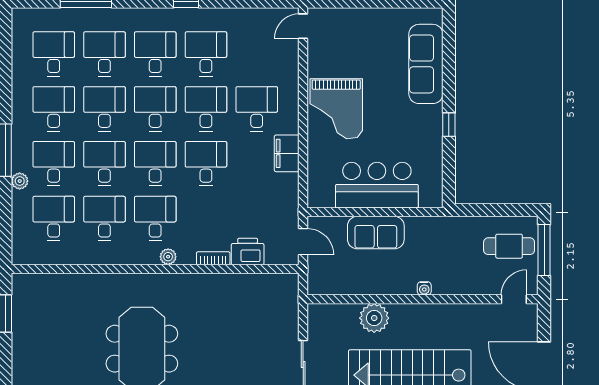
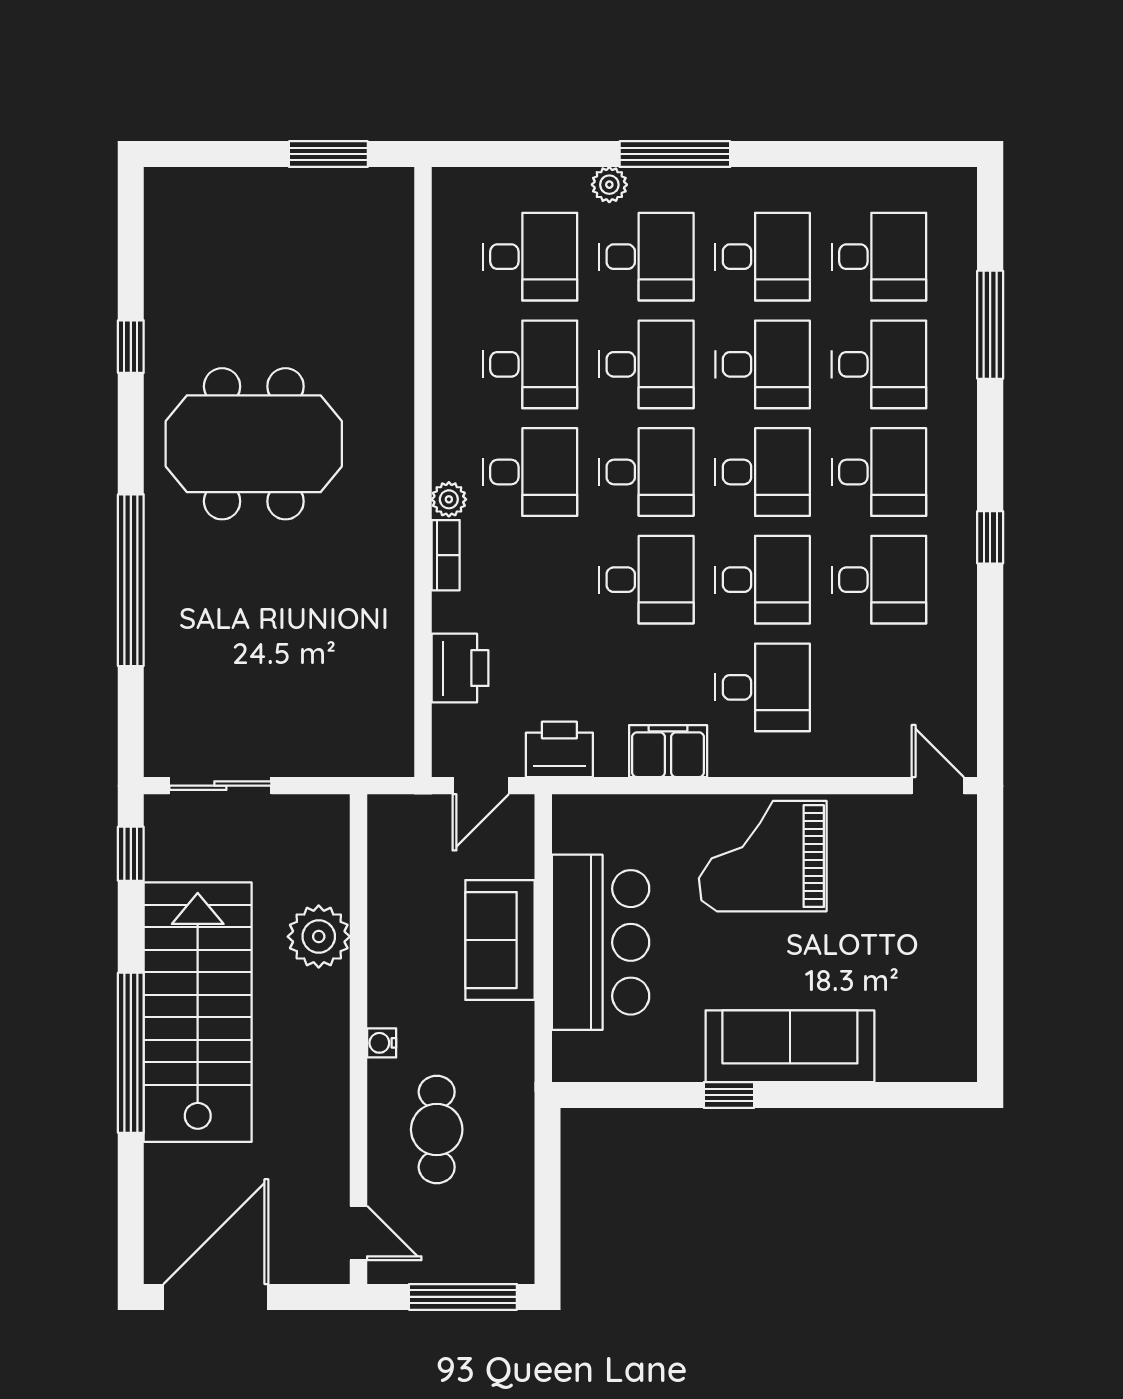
sofa: (426, 64) -> (790, 1046), moved
printer: (286, 205) -> (559, 749), added
cafe table: (509, 246) -> (437, 1130), moved
bookcase: (213, 258) -> (446, 555), moved

